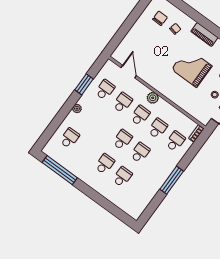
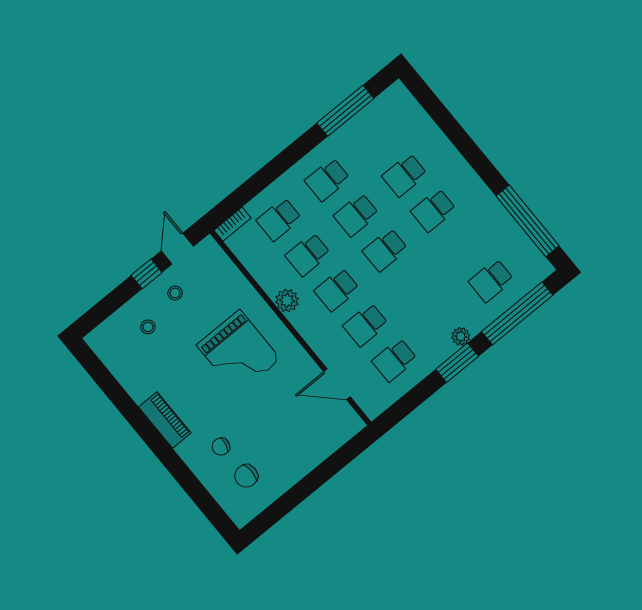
grand piano: (192, 68) -> (238, 352), moved
door: (129, 72) -> (337, 384), hinge flipped
window: (84, 84) -> (457, 363), moved
plant: (153, 98) -> (287, 301), moved
window: (54, 126) -> (517, 313), added
school desk: (158, 165) -> (327, 180), added
window: (172, 180) -> (345, 111), moved

